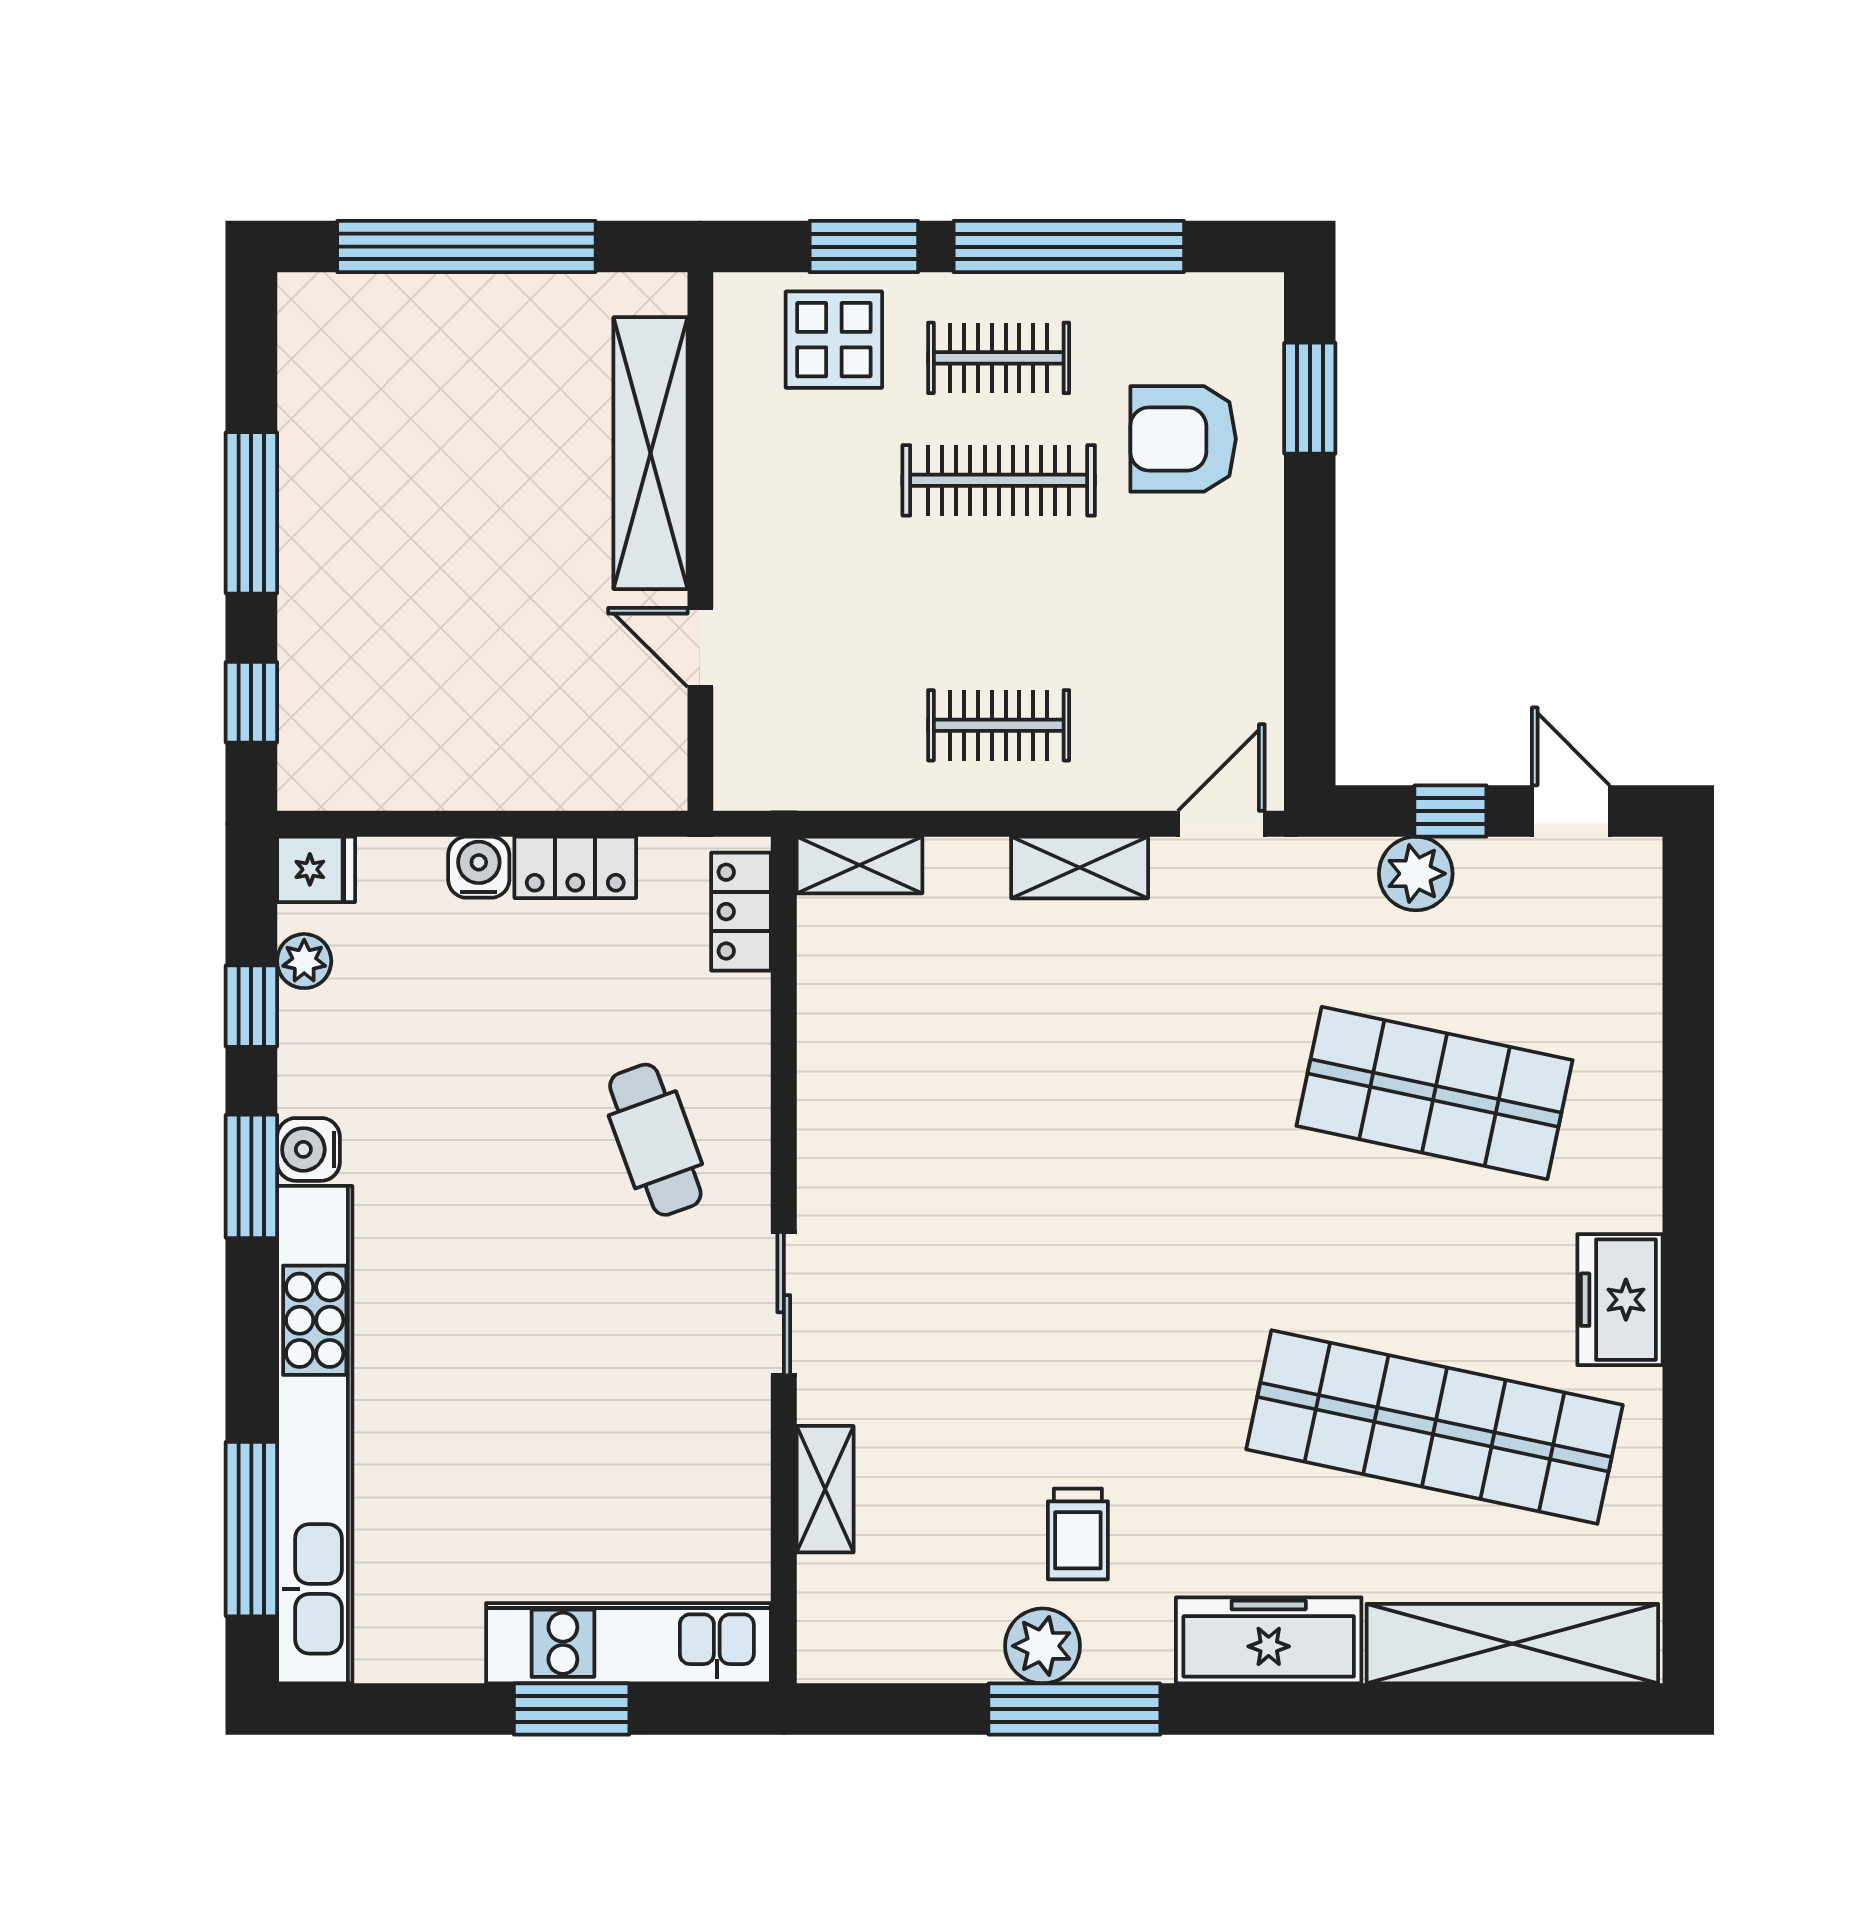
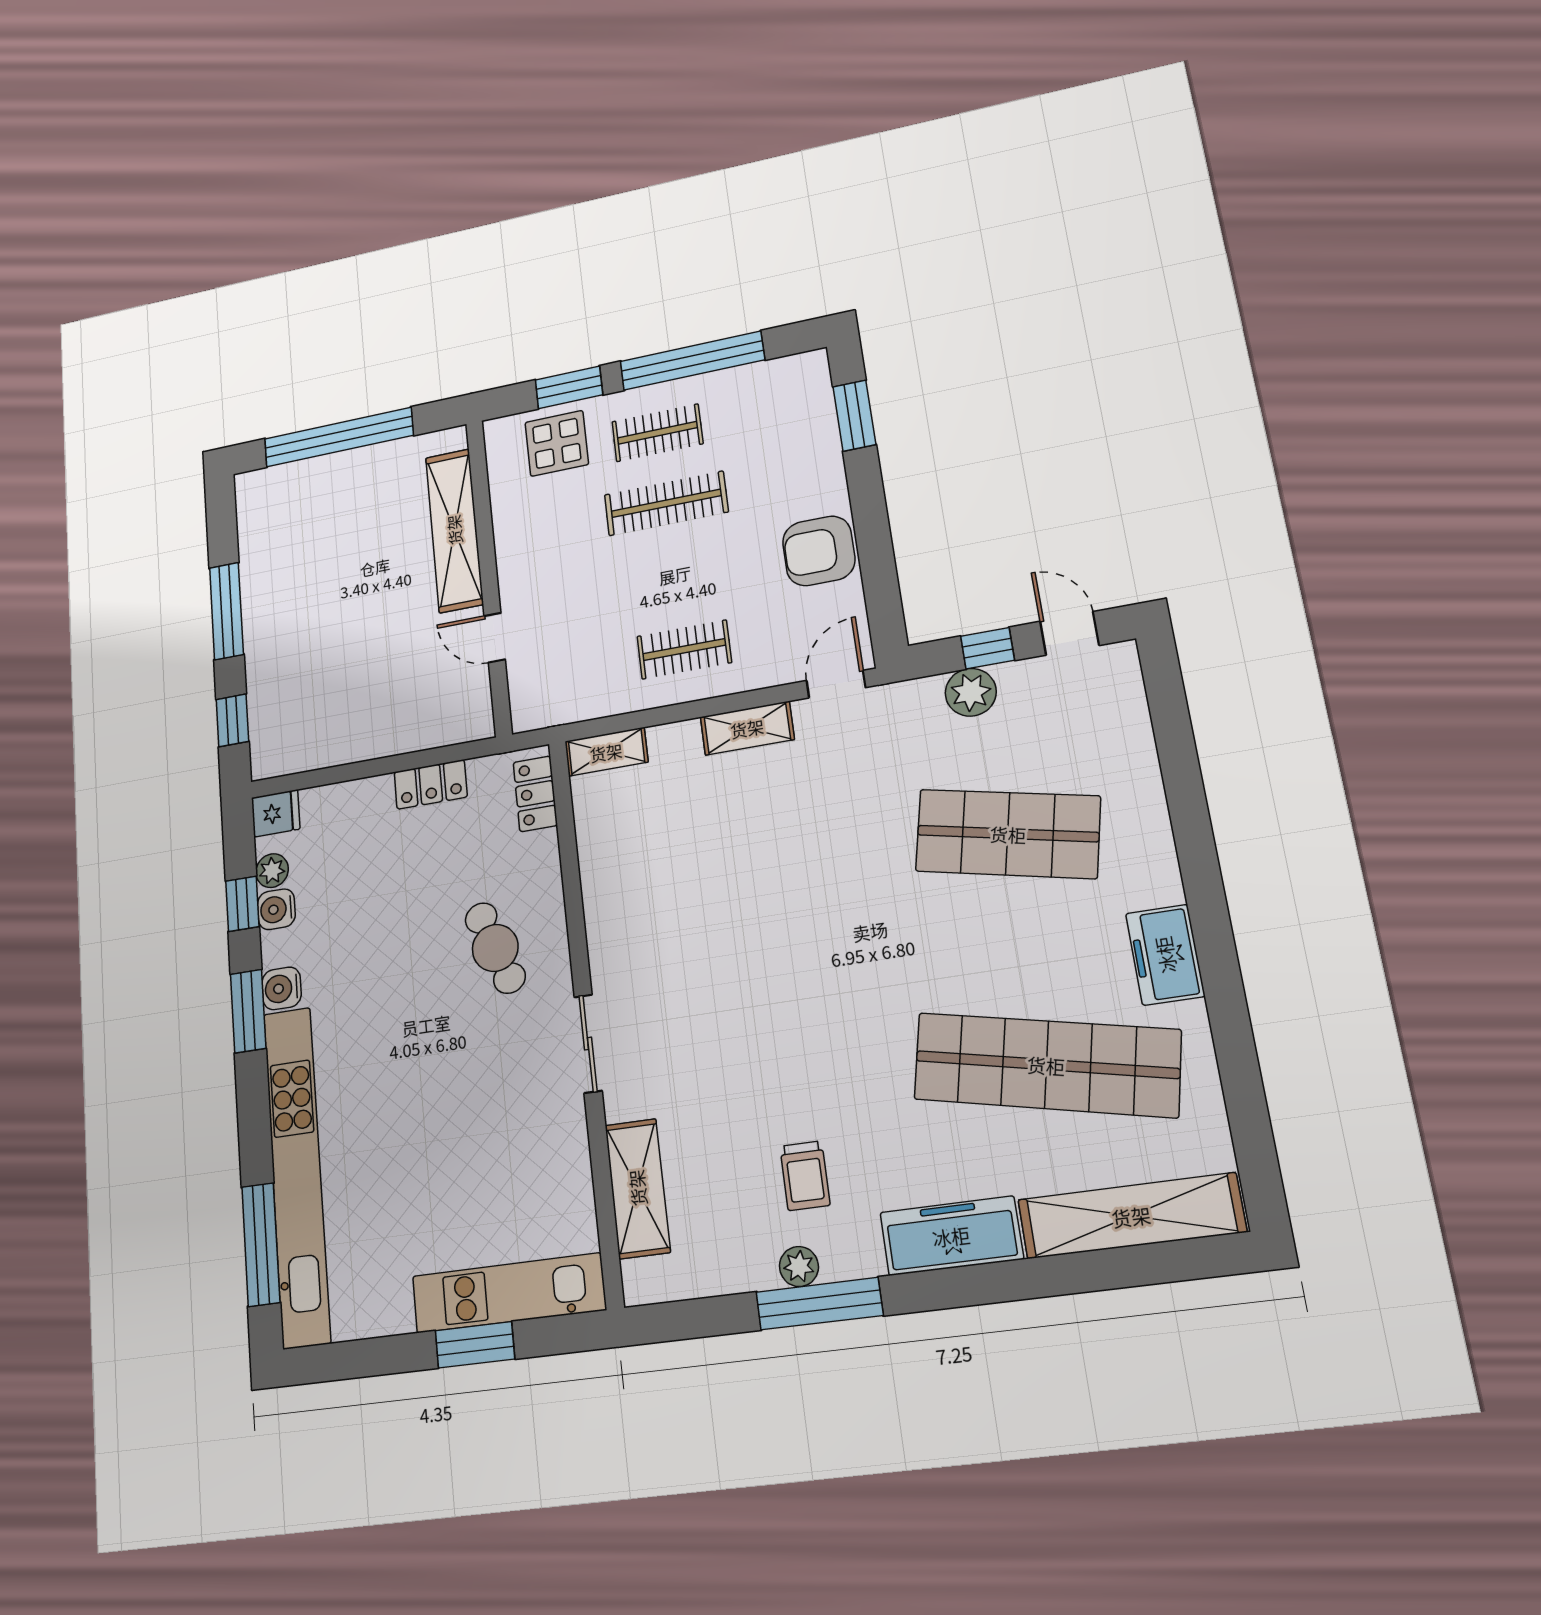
armchair: (1183, 439) -> (819, 551), moved
water cooler: (479, 867) -> (276, 909), moved, turned -90
shelving: (825, 1489) -> (637, 1188), width x1.50, depth x1.33
plant: (1043, 1646) -> (799, 1266), width x0.73, depth x0.73

